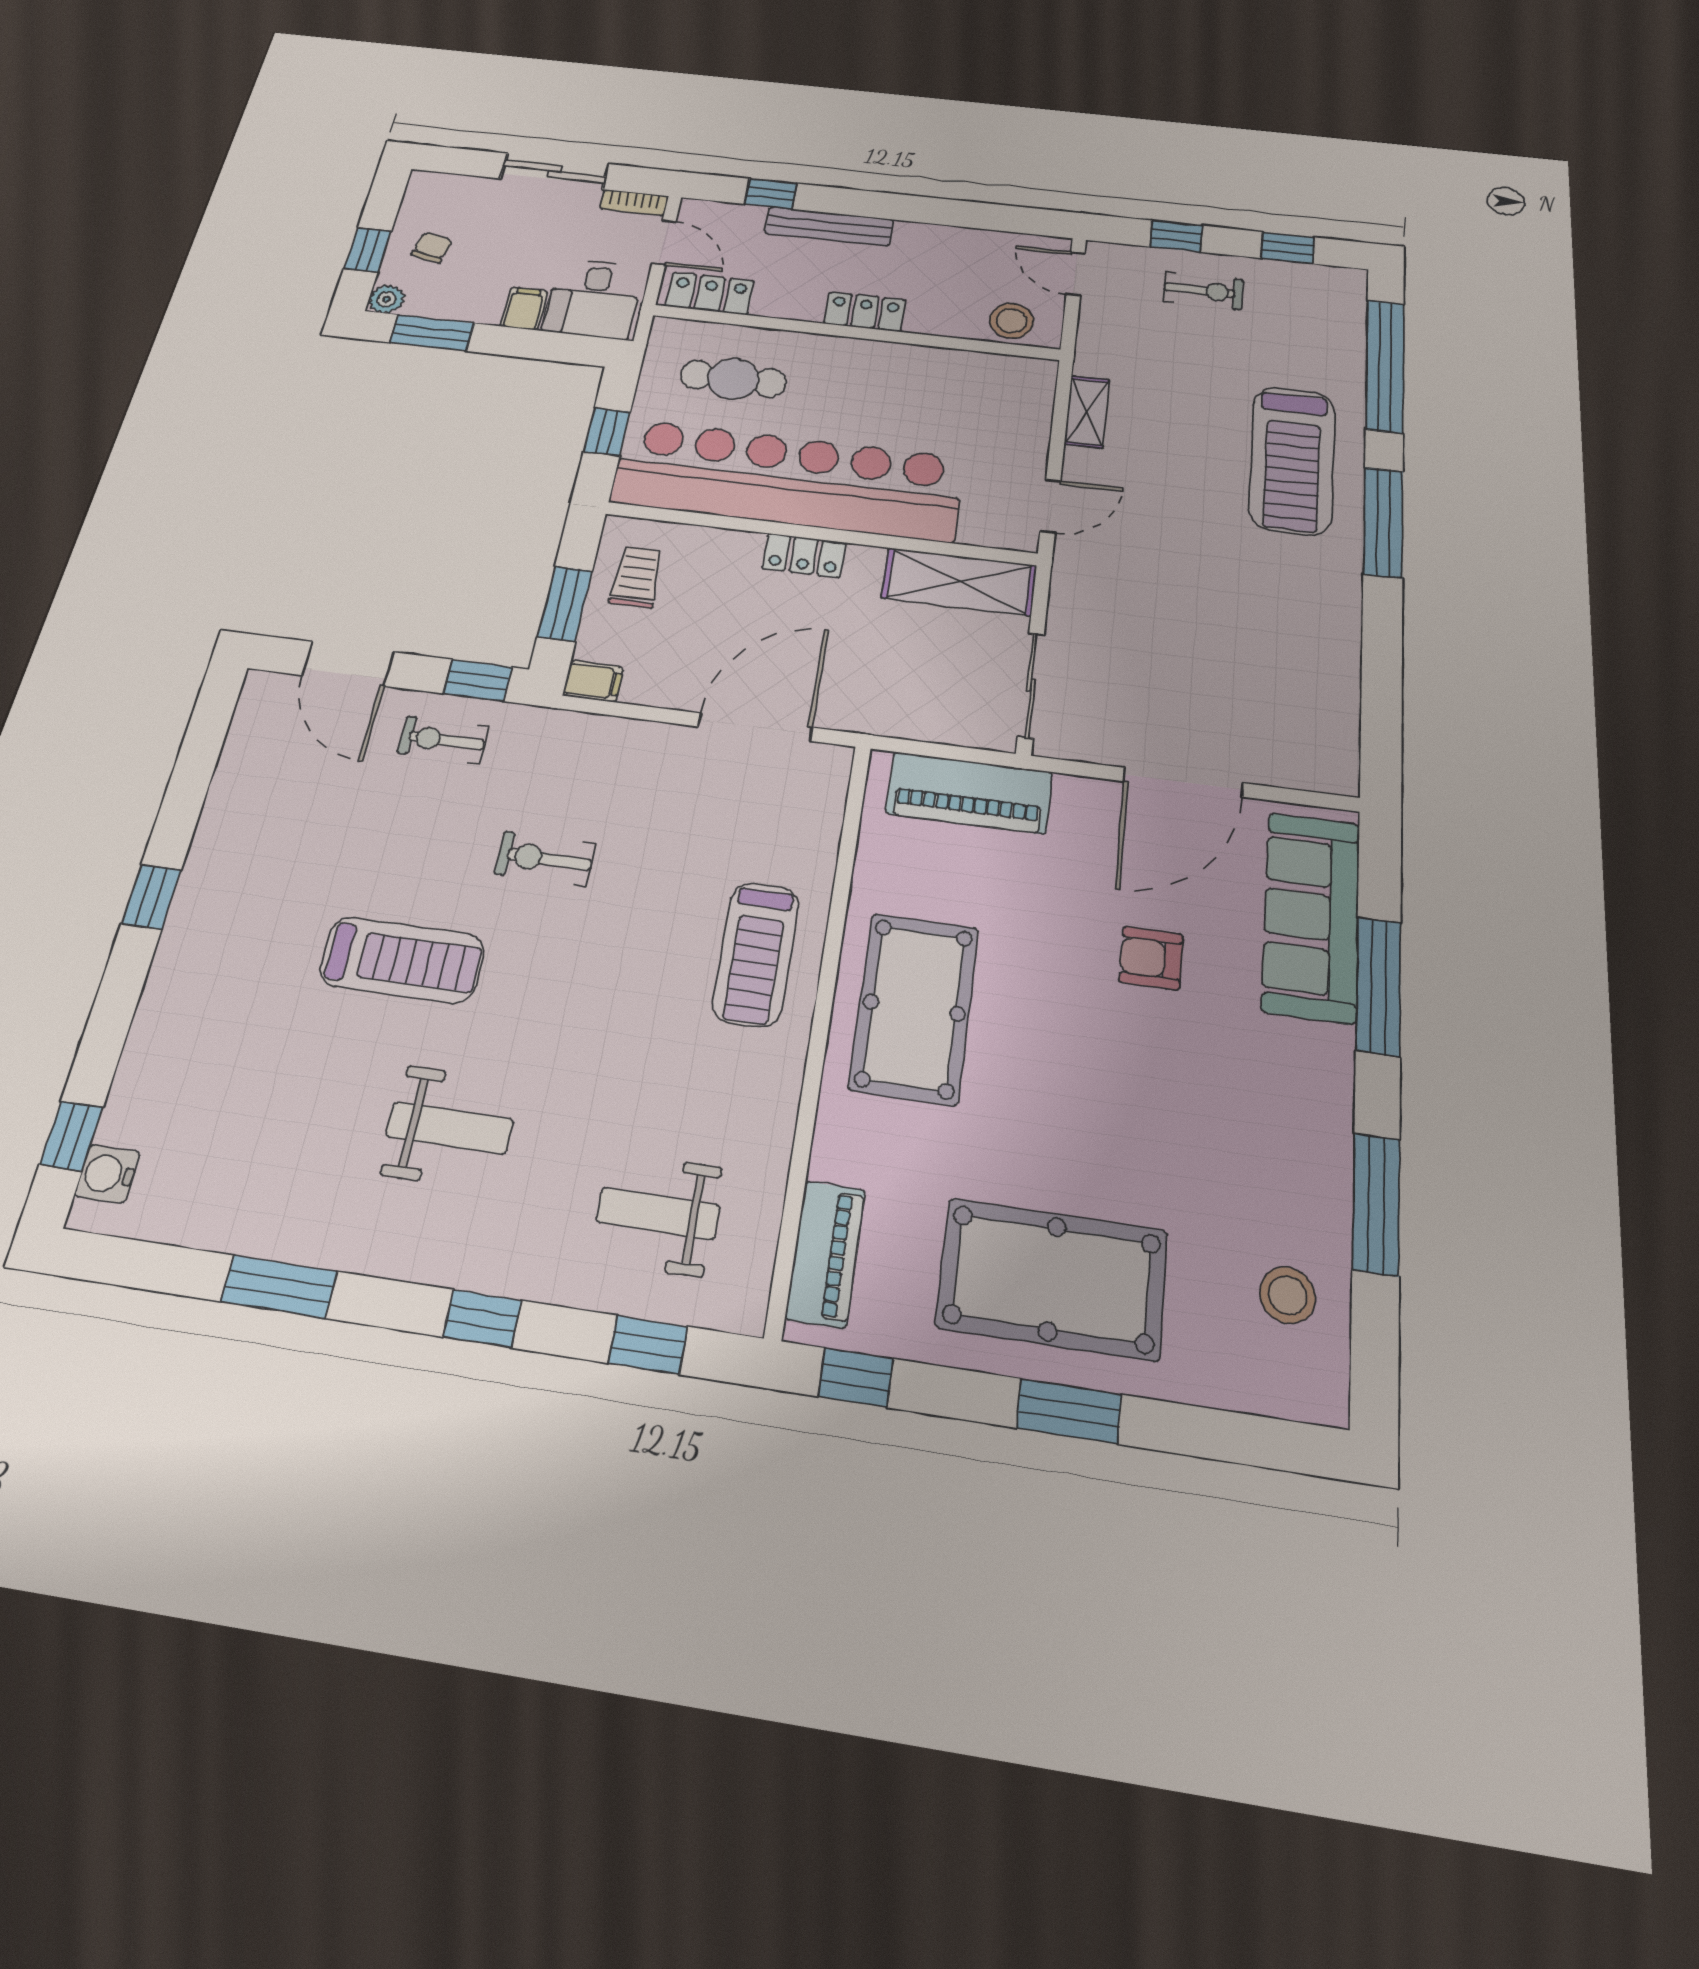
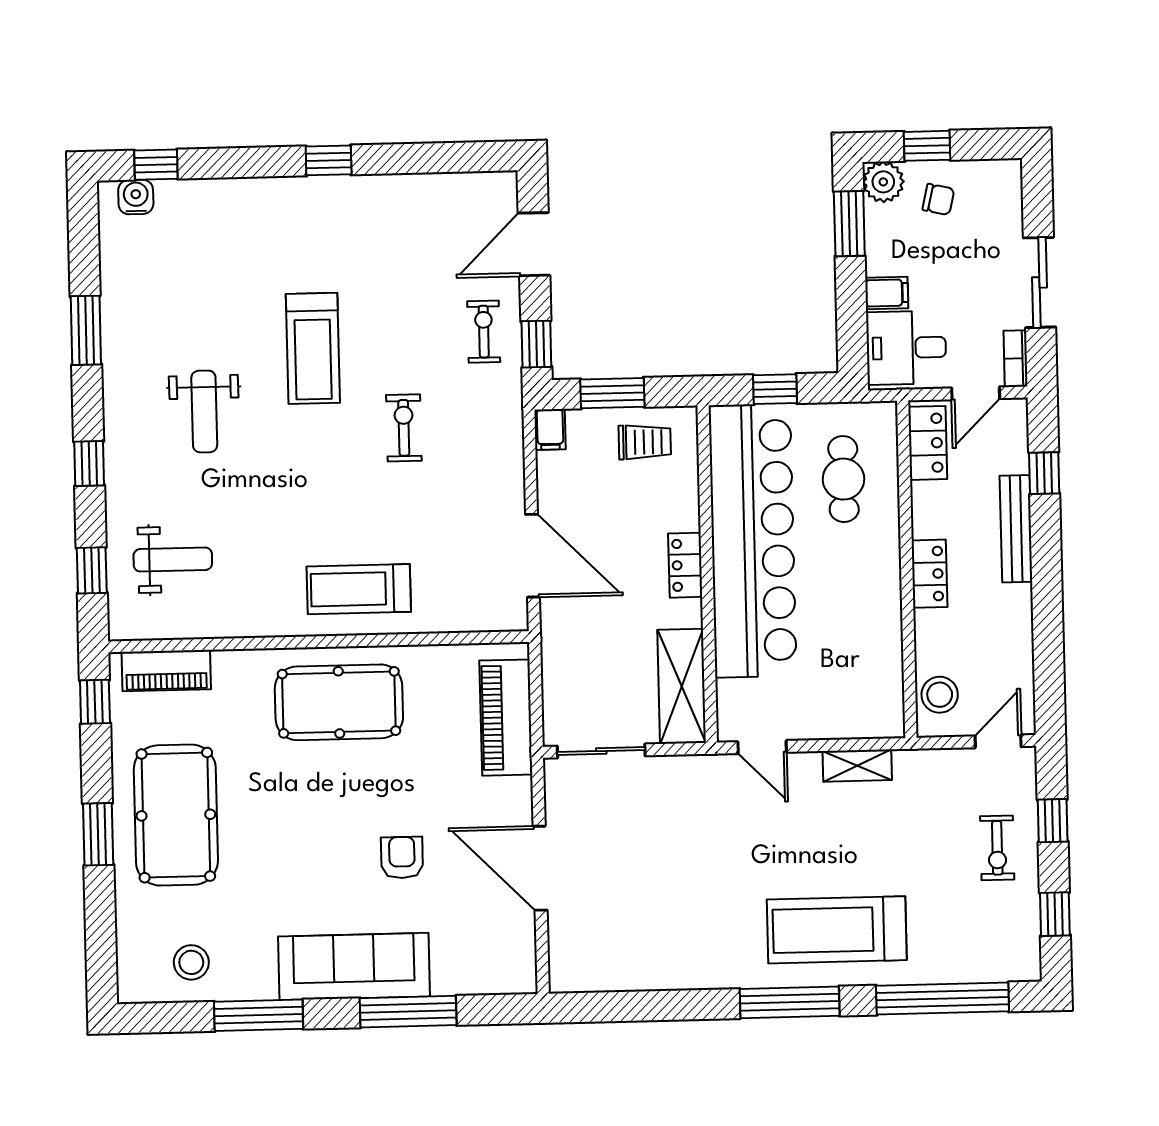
plant: (386, 299) -> (883, 182), width x1.38, depth x1.38
sofa: (1311, 916) -> (354, 966), moved
weight bench: (658, 1214) -> (173, 560), turned 90

